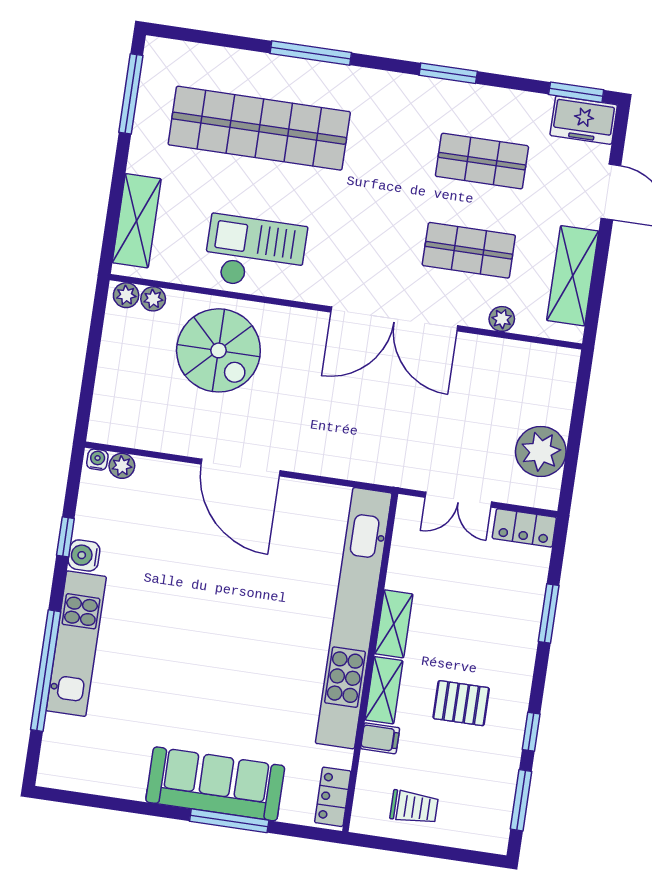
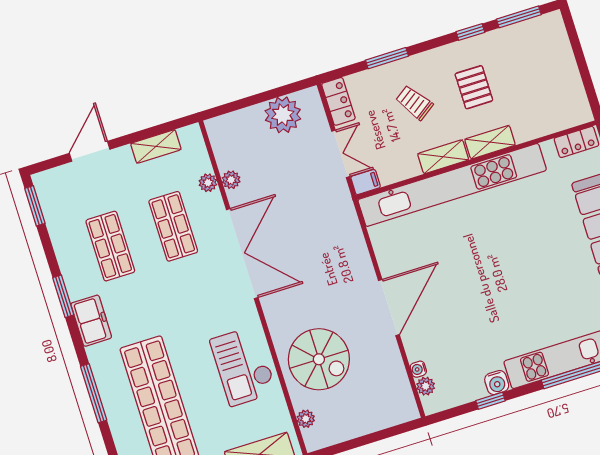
freezer: (584, 120) -> (91, 321), moved
shelving: (573, 276) -> (156, 146), width x0.67, depth x0.75
plant: (126, 295) -> (231, 180), moved
spiral stairs: (218, 350) -> (319, 359), turned 90
water cooler: (97, 460) -> (418, 369), moved
filing cabinet: (380, 738) -> (366, 182), moved, turned 90
trolley: (414, 807) -> (414, 103), moved, turned -35

